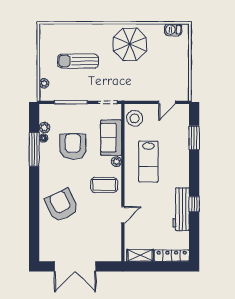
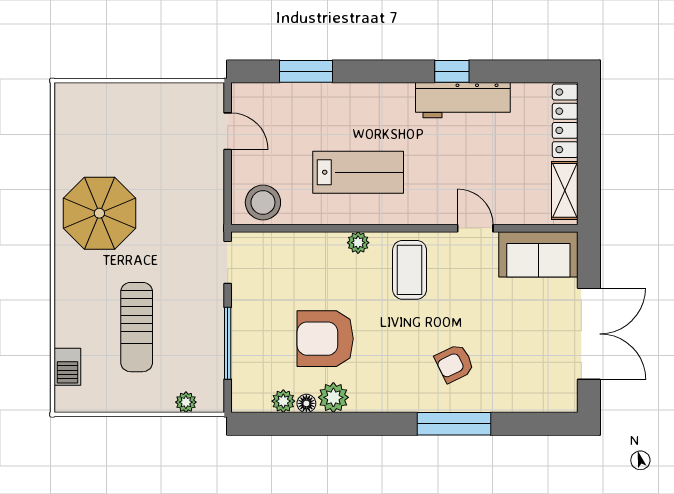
barbecue: (173, 30) -> (67, 367), moved
sofa: (111, 138) -> (538, 254), moved
window: (34, 149) -> (454, 424), moved
plant: (46, 150) -> (333, 397), added
armchair: (62, 205) -> (454, 363), width x0.53, depth x0.53

